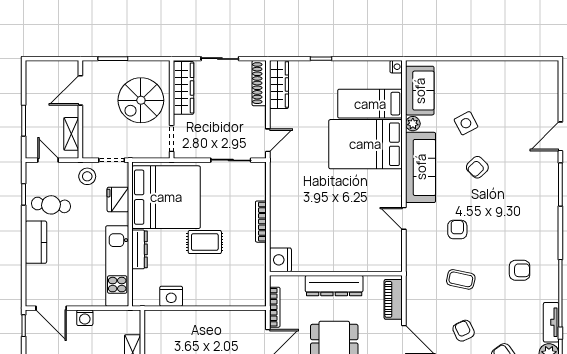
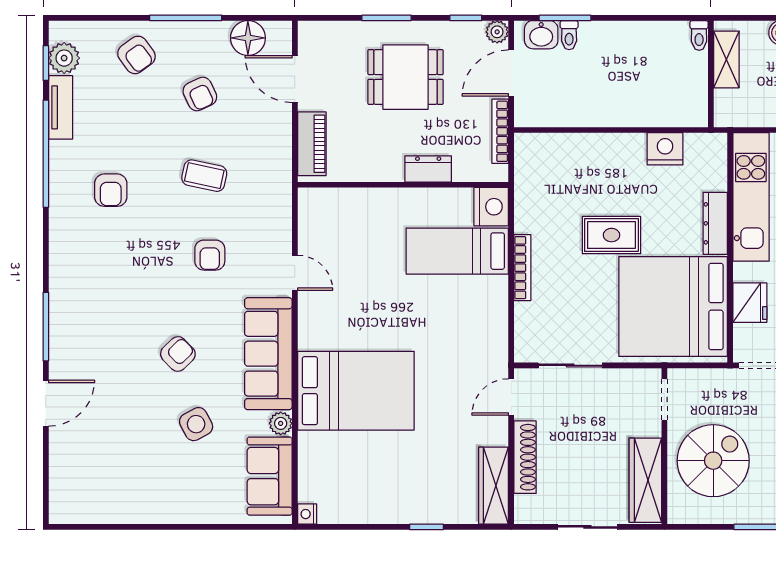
shoe rack: (259, 83) -> (525, 457), moved
bed: (370, 104) -> (457, 251), moved, turned 180
armchair: (520, 270) -> (111, 190), turned -90
dresser: (334, 286) -> (428, 169), width x0.51, depth x0.80

